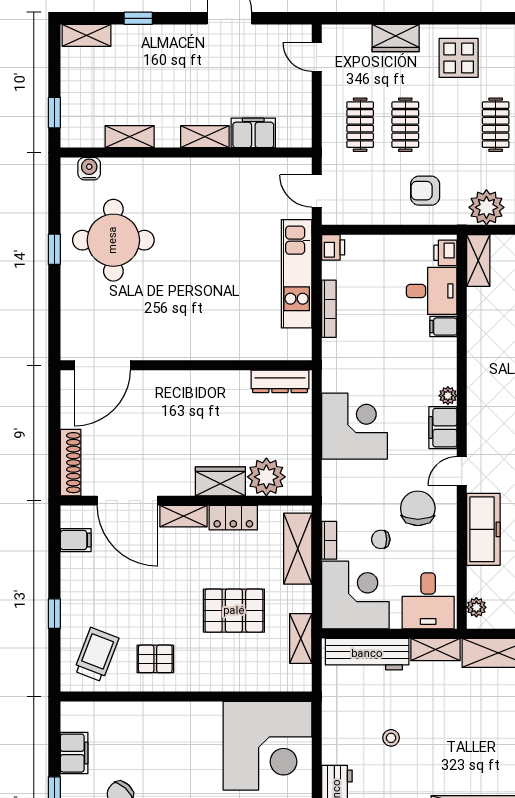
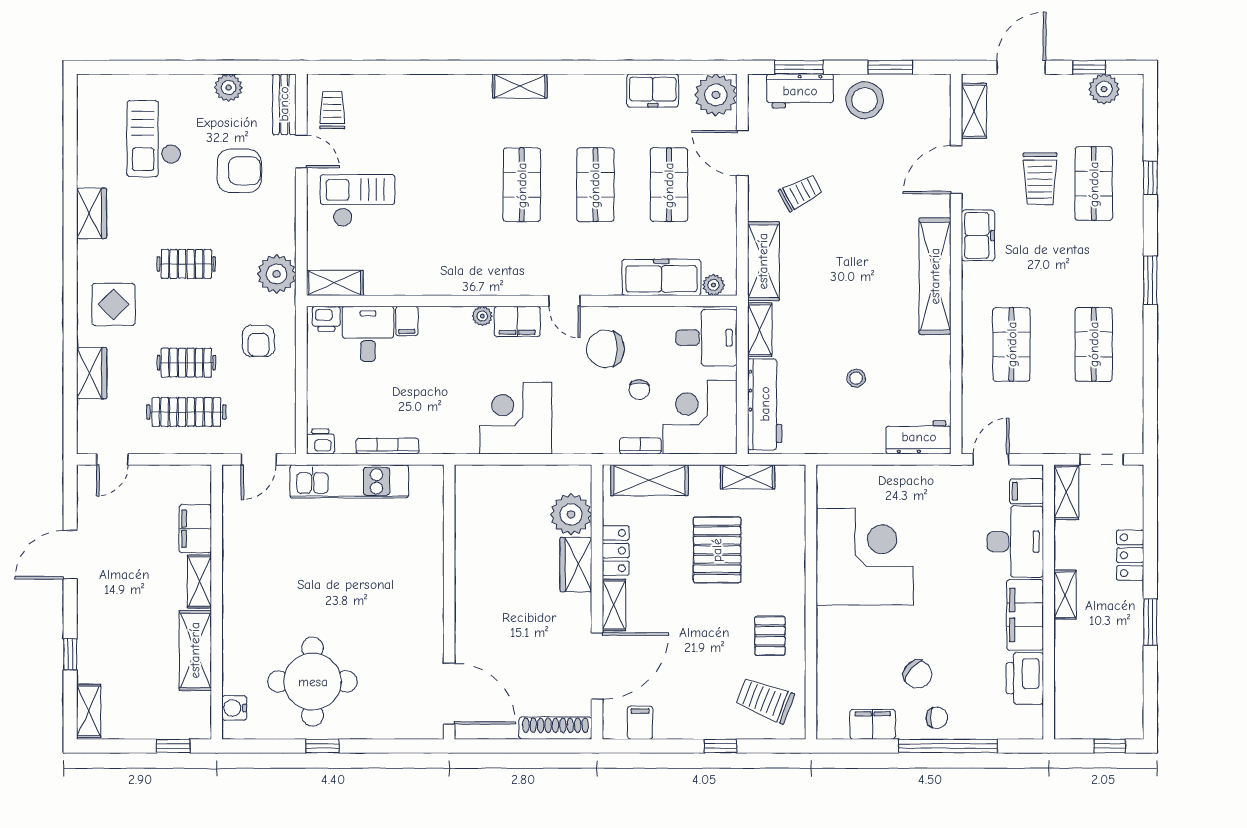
clothes rail: (360, 125) -> (186, 412), width x1.36
shelving: (130, 137) -> (195, 650), width x1.50, depth x1.33
dresser: (280, 381) -> (467, 500), removed
freezer: (483, 529) -> (661, 277), moved
corner desk: (268, 746) -> (865, 557), moved

